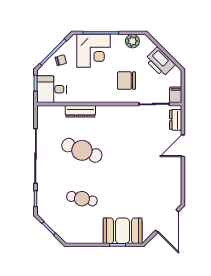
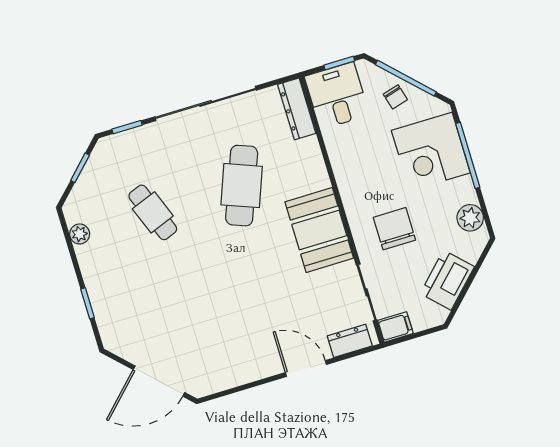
dresser: (80, 111) -> (297, 109), moved
cafe table: (82, 199) -> (153, 212), turned -33
booth: (123, 231) -> (319, 230), moved
plant: (82, 238) -> (80, 234), added

